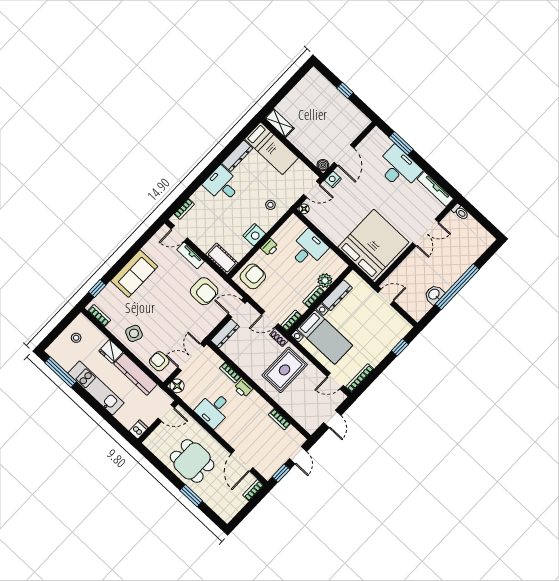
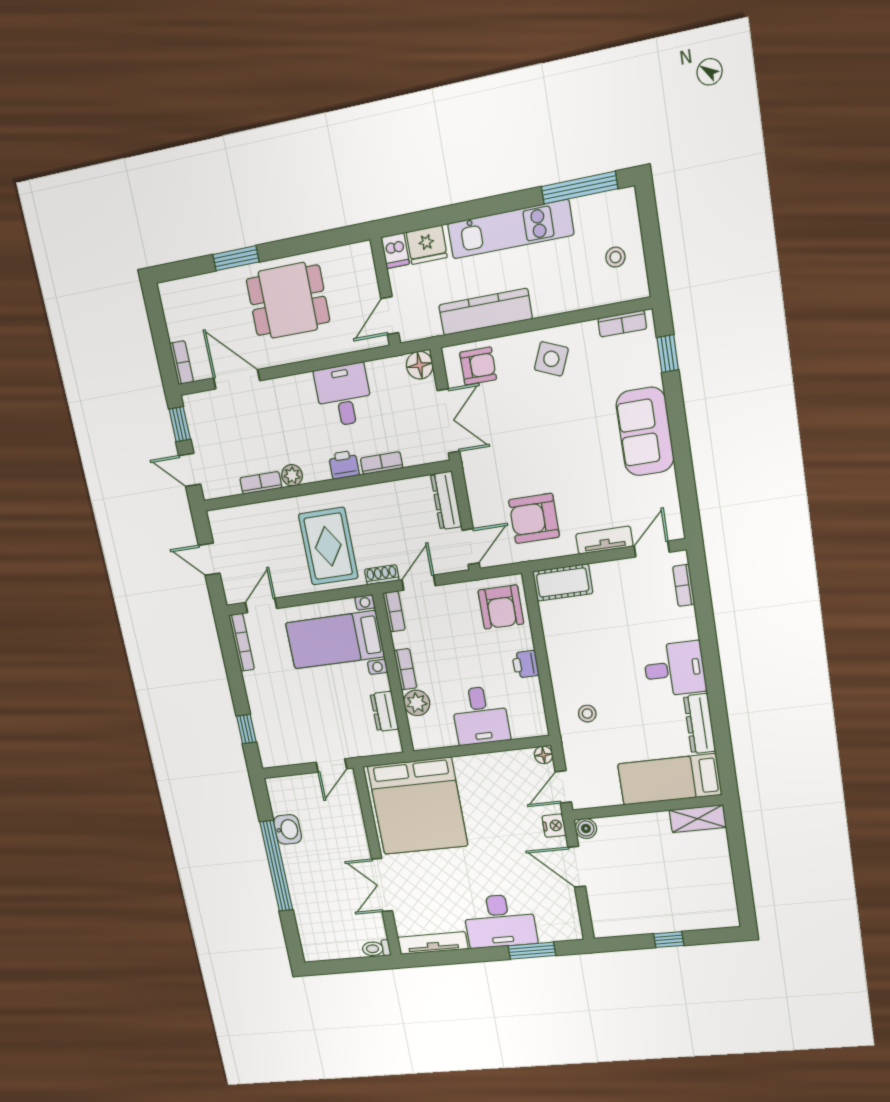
nightstand: (254, 235) -> (561, 657), removed
dresser: (337, 295) -> (384, 711), width x0.70
fridge: (111, 351) -> (427, 245), moved, turned 180
plant: (265, 408) -> (292, 475), added

